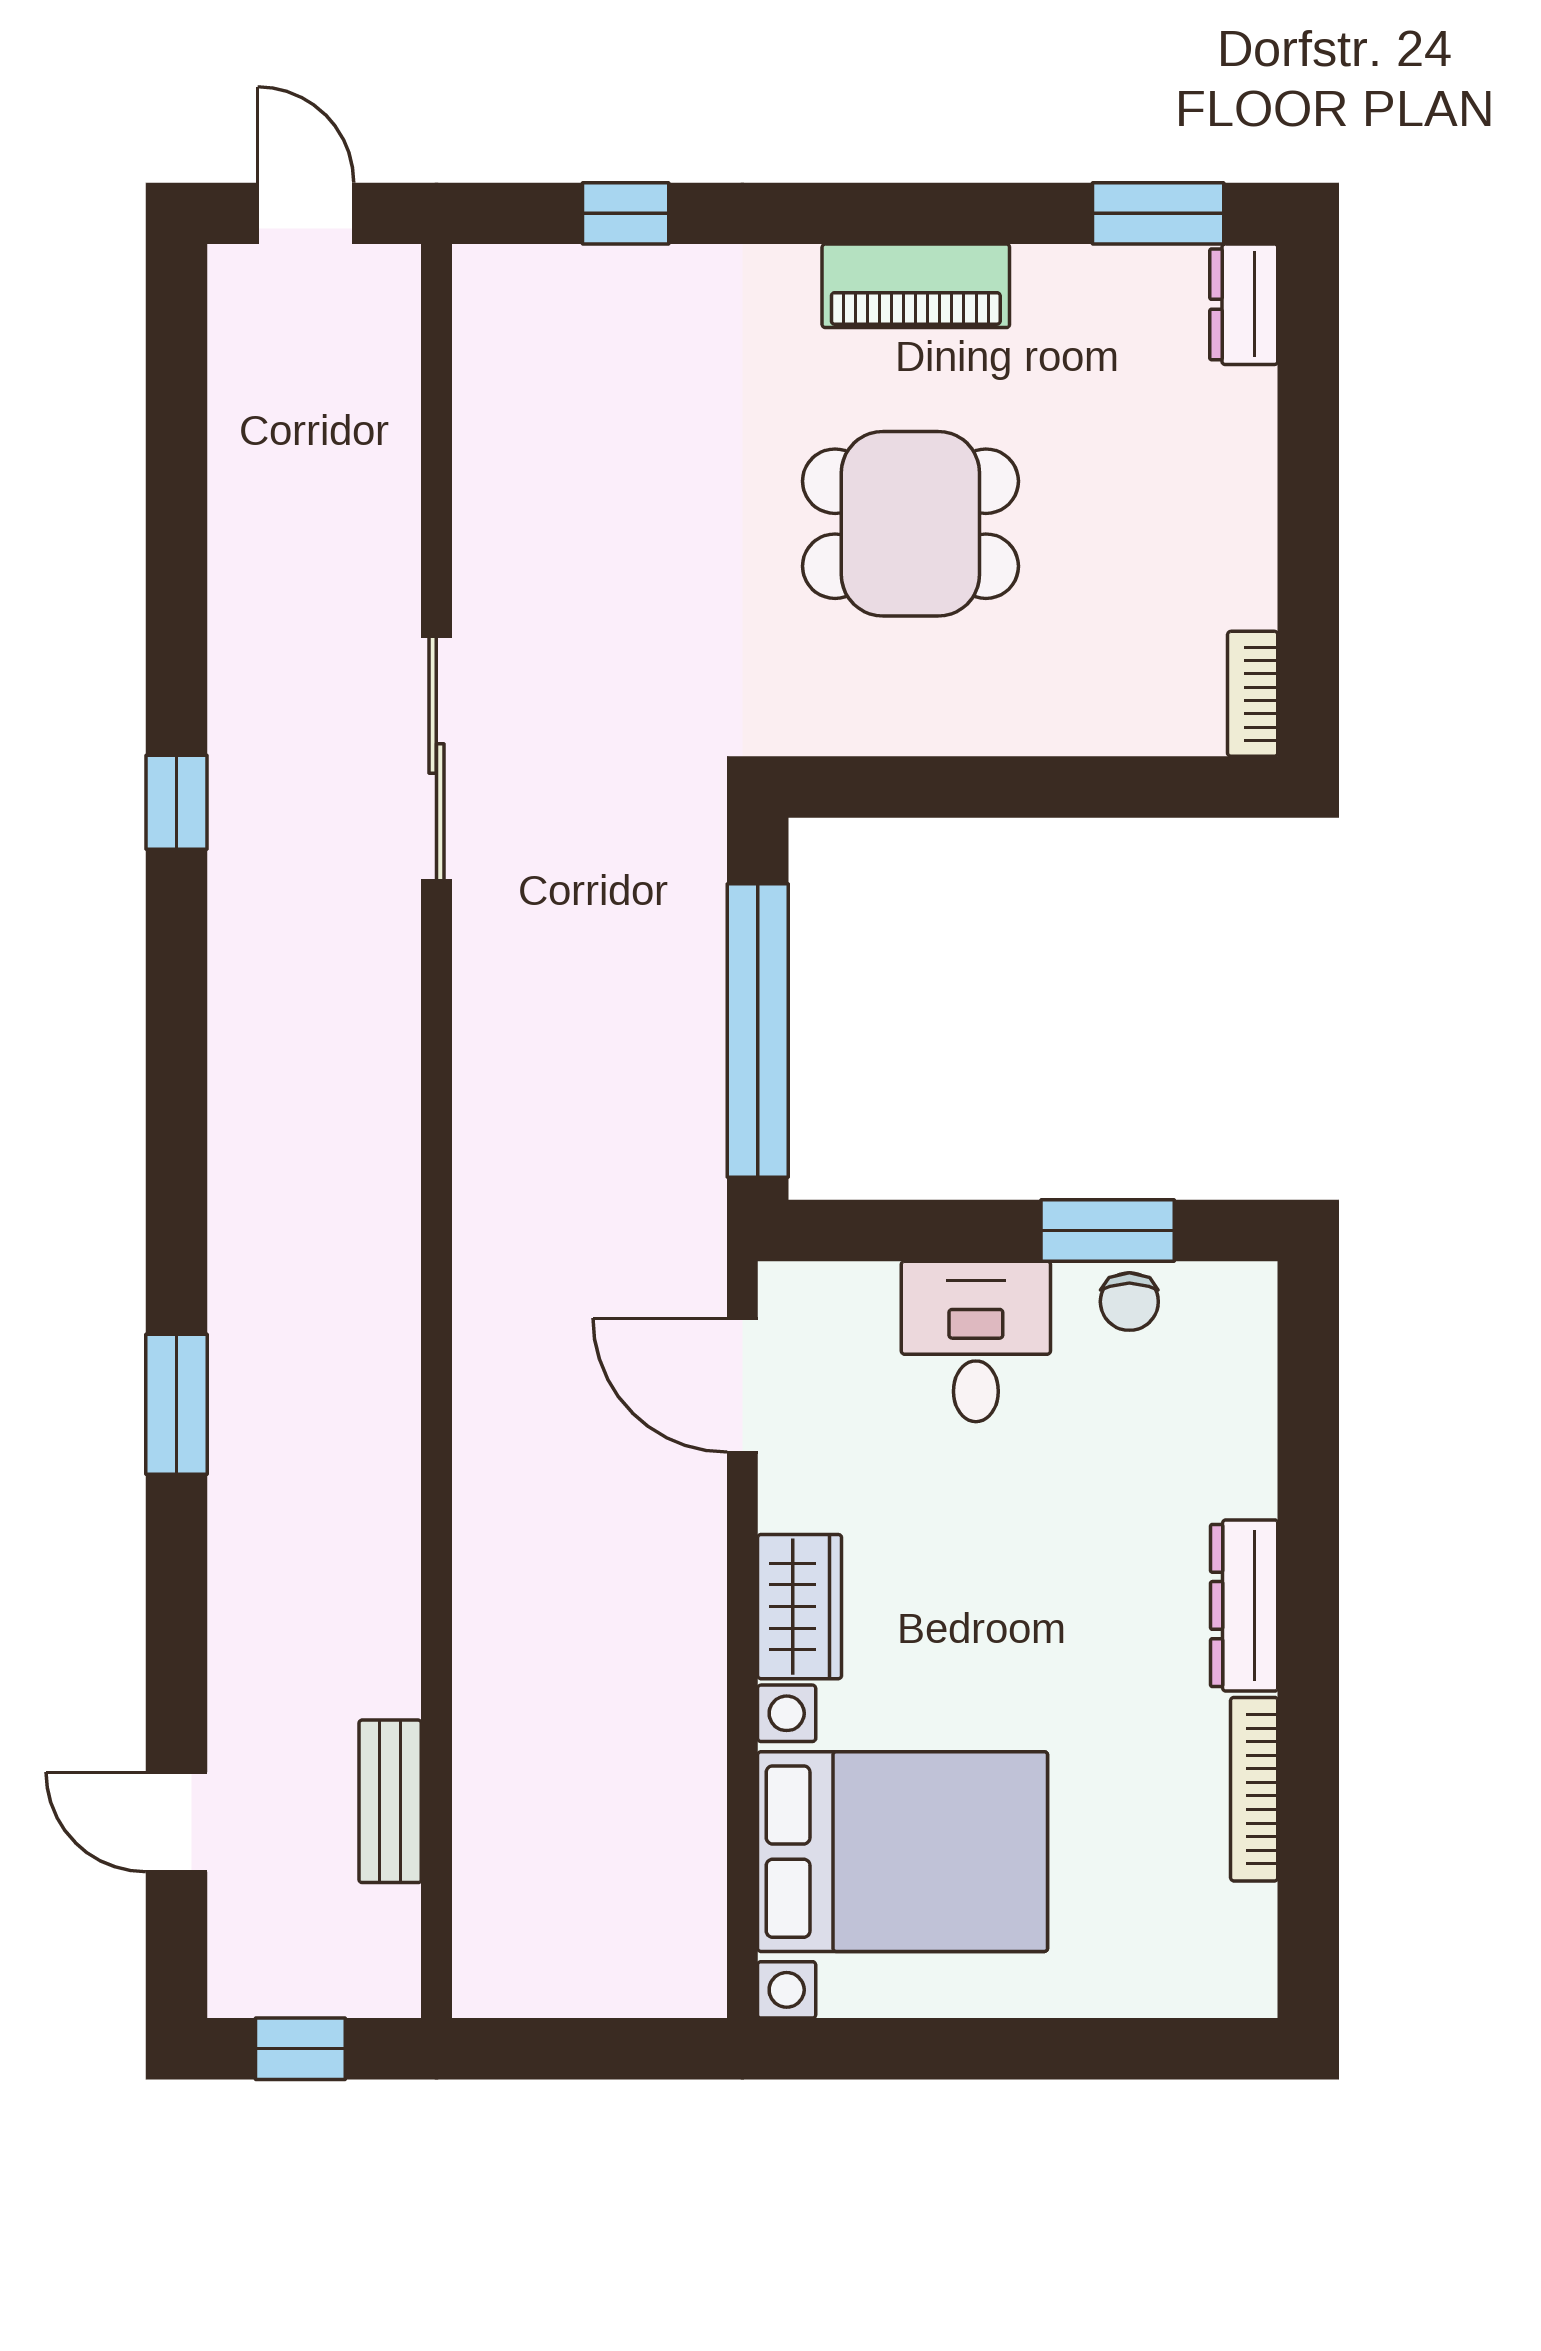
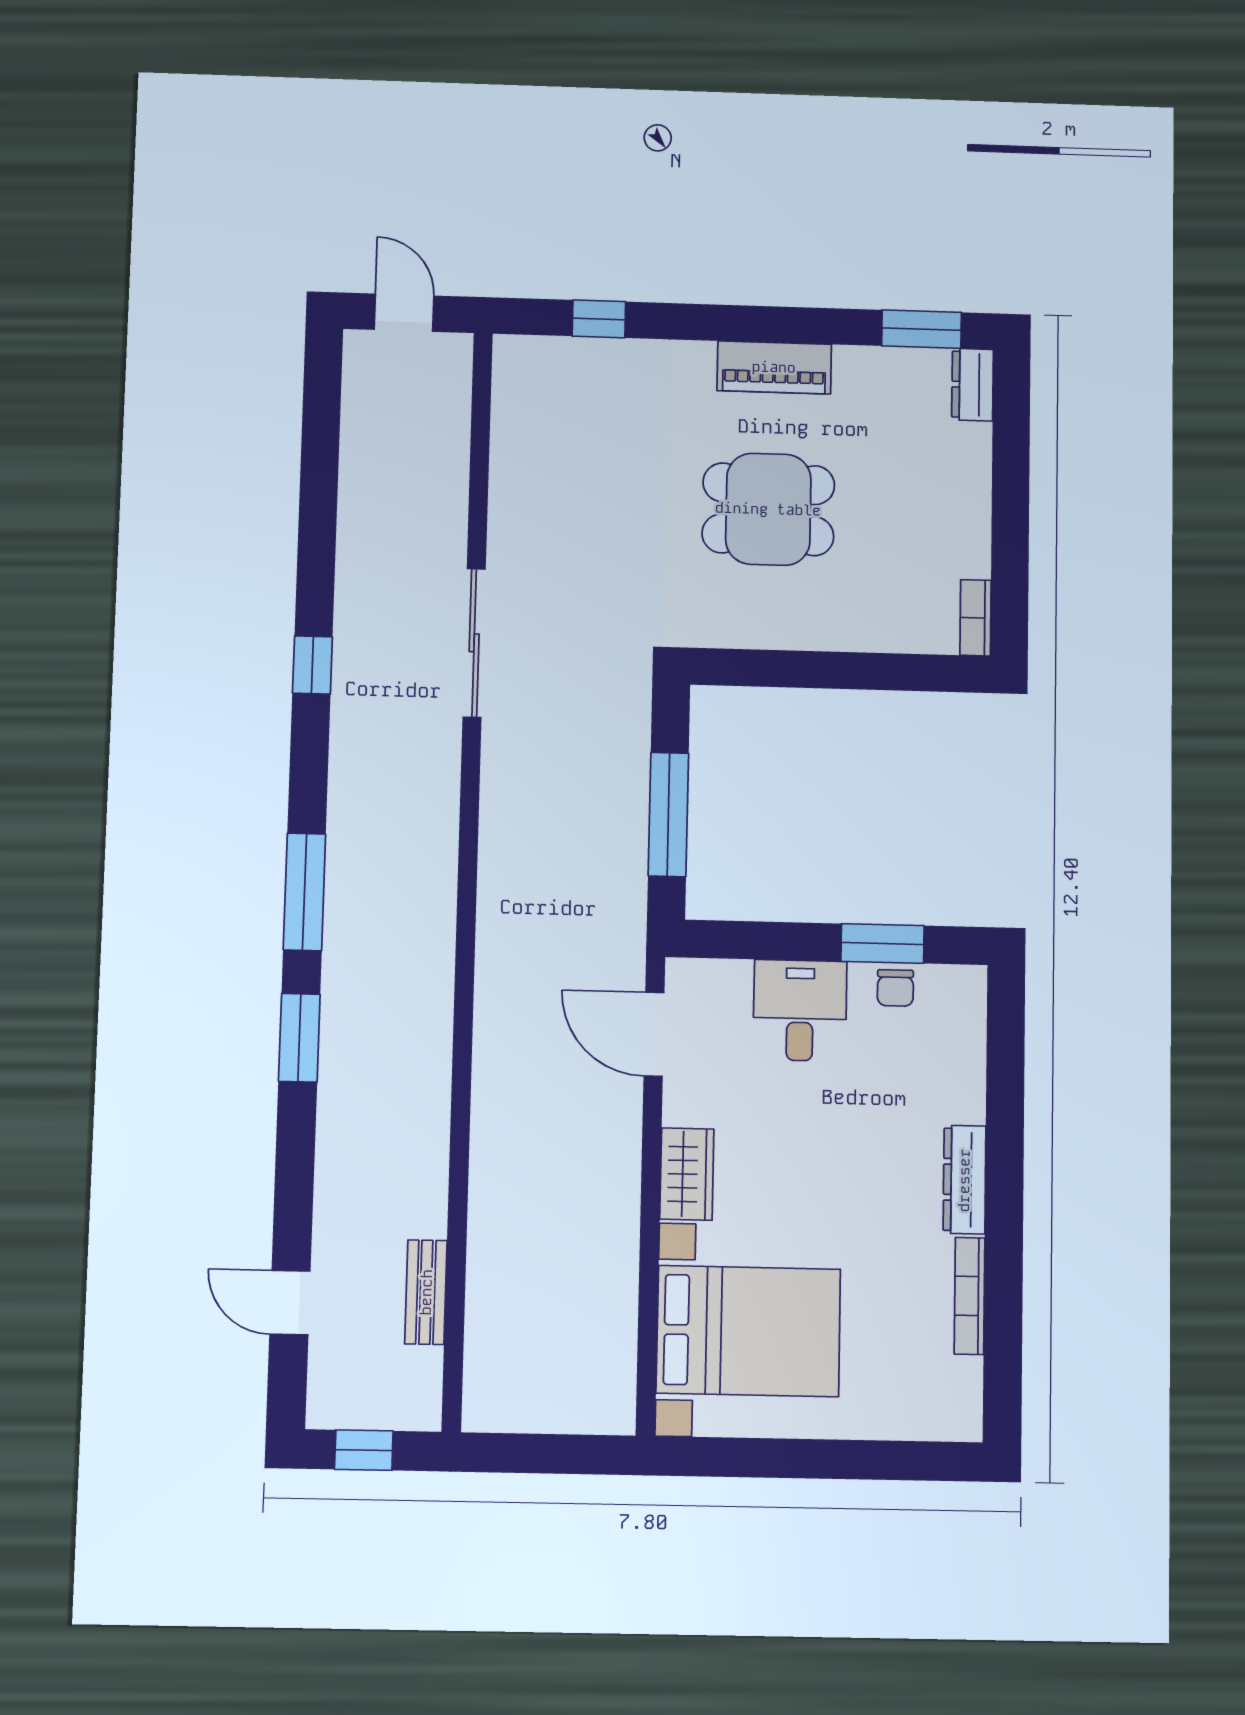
window: (758, 1030) -> (668, 814), width x0.68
window: (176, 1171) -> (304, 892), added

